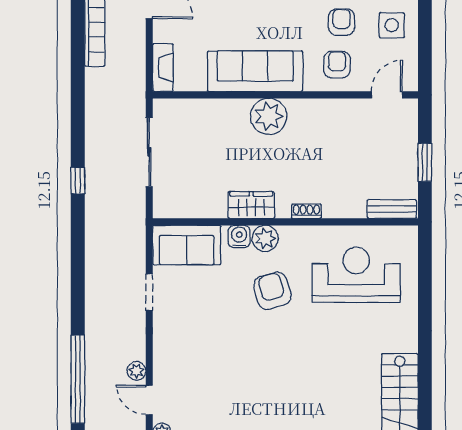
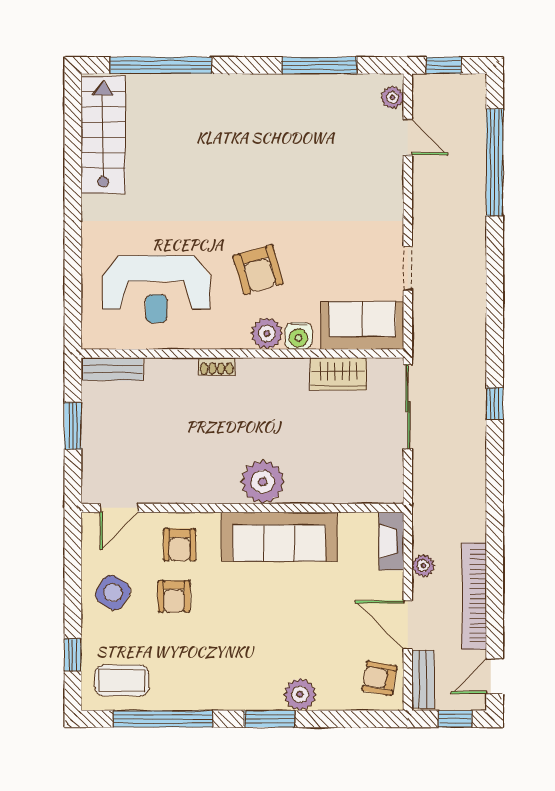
side table: (392, 25) -> (113, 593), turned 32
sliding door: (149, 152) -> (408, 407), moved
wardrobe: (251, 205) -> (338, 374), moved
plant: (137, 371) -> (423, 566), moved

